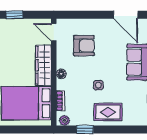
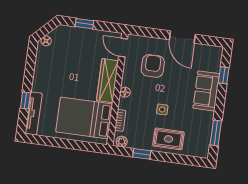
door: (126, 15) -> (182, 37), moved
armchair: (84, 46) -> (153, 66), turned -90

